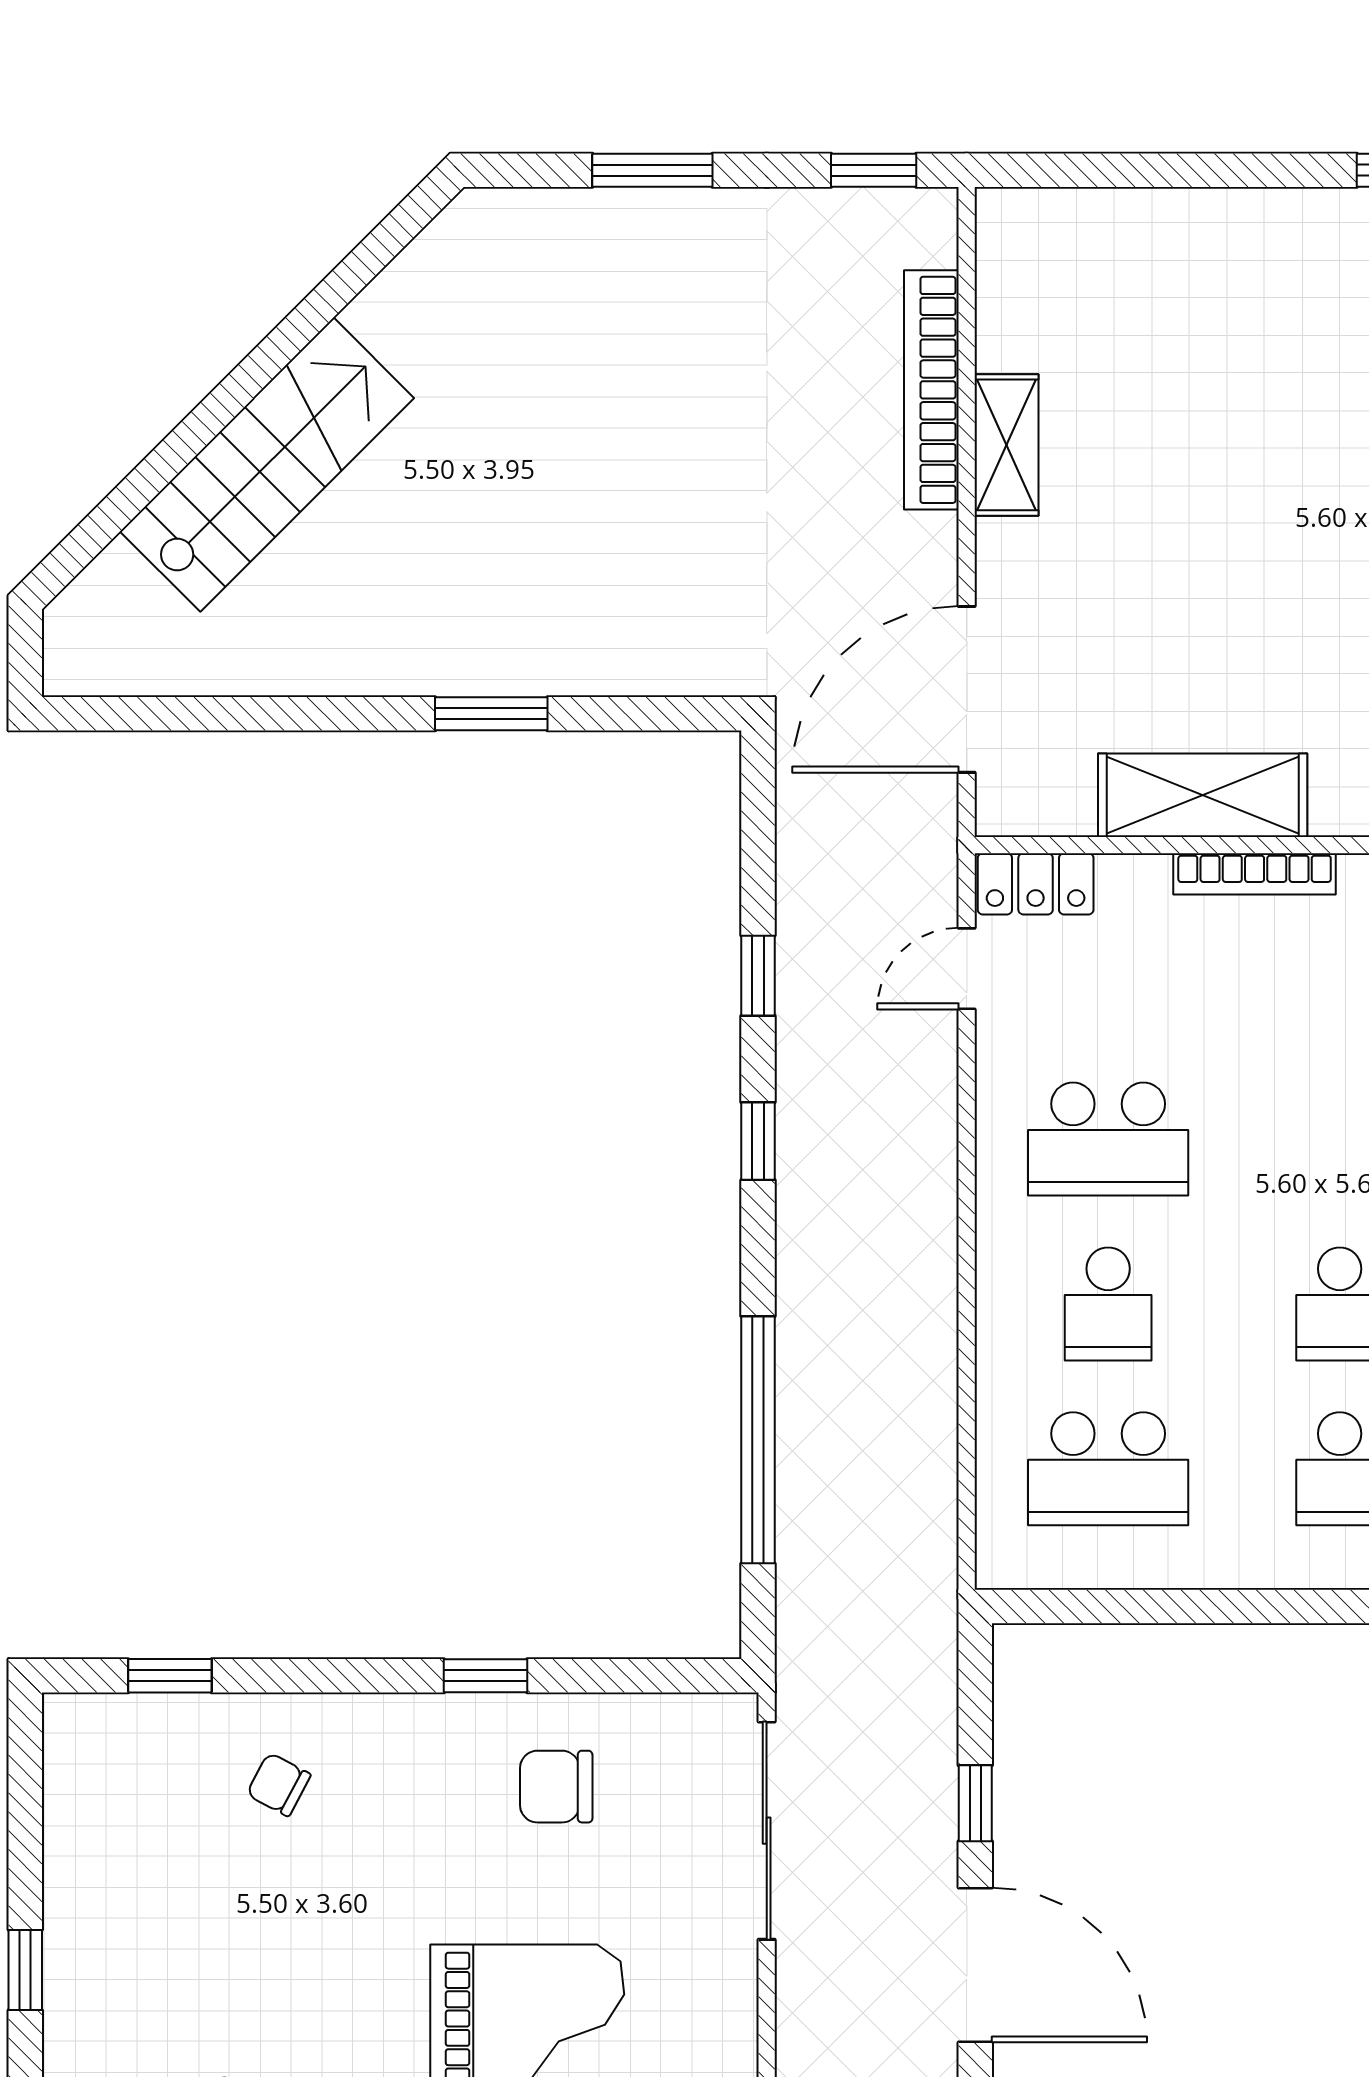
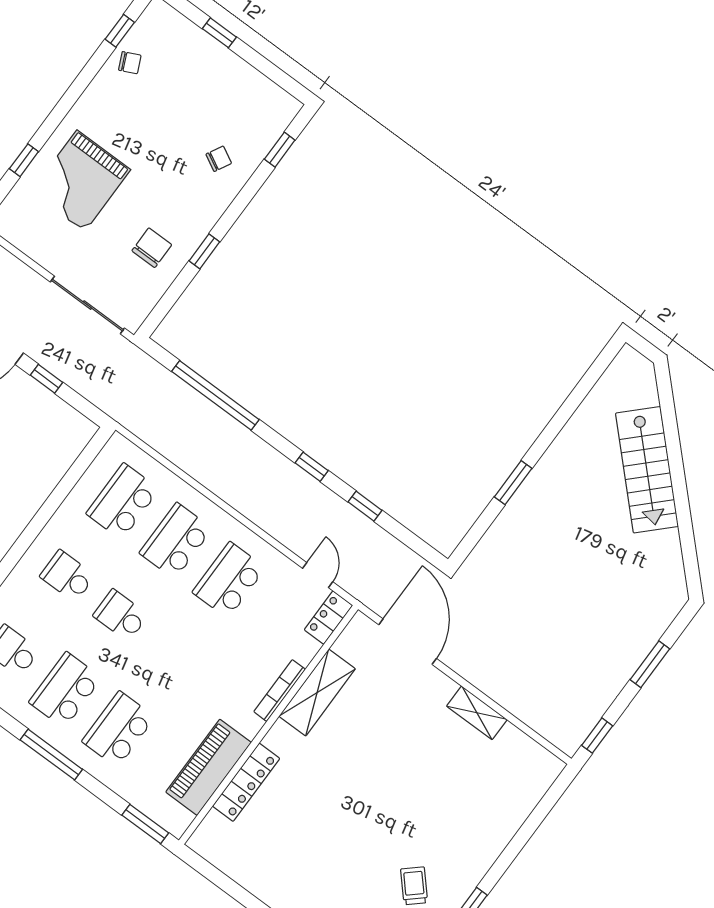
bookcase: (931, 390) -> (513, 702), removed
school desk: (1108, 1304) -> (176, 541), width x1.85

